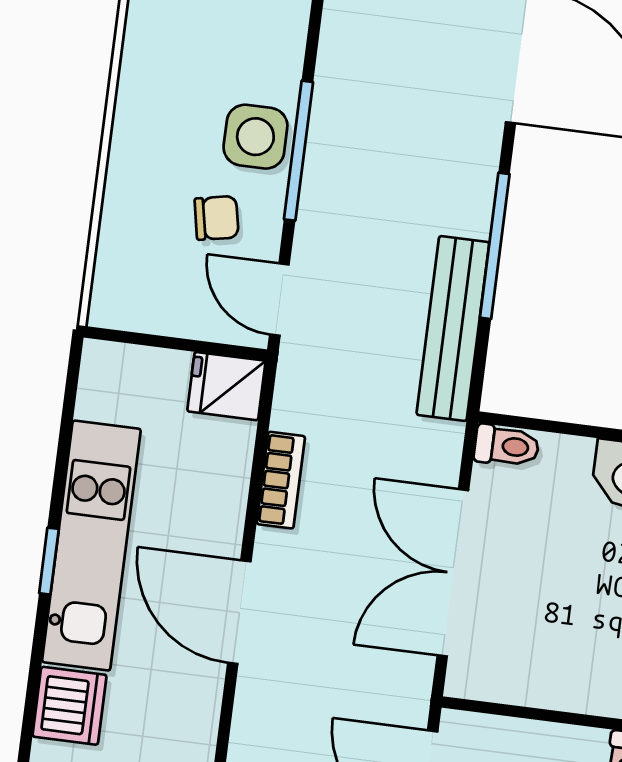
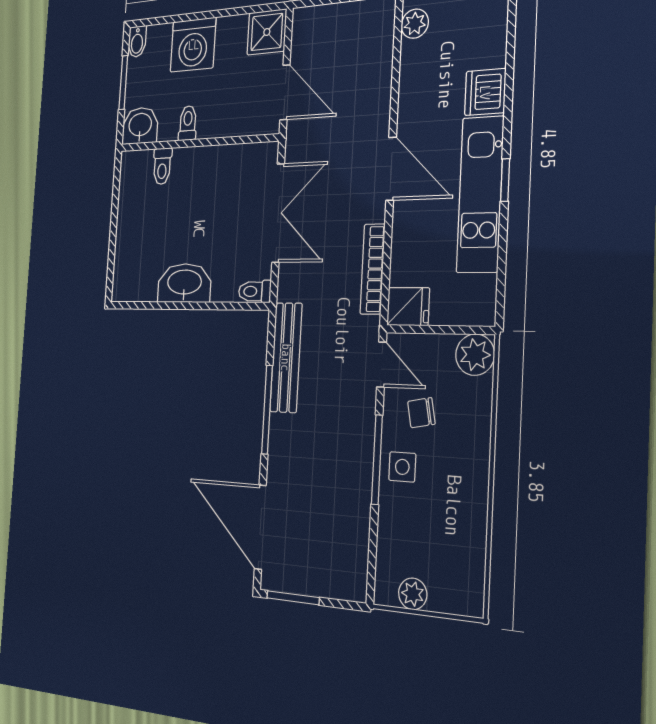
side table: (255, 137) -> (402, 467), width x0.73, depth x0.73
plant: (120, 299) -> (475, 355), added
bookcase: (281, 480) -> (373, 269), width x1.56

